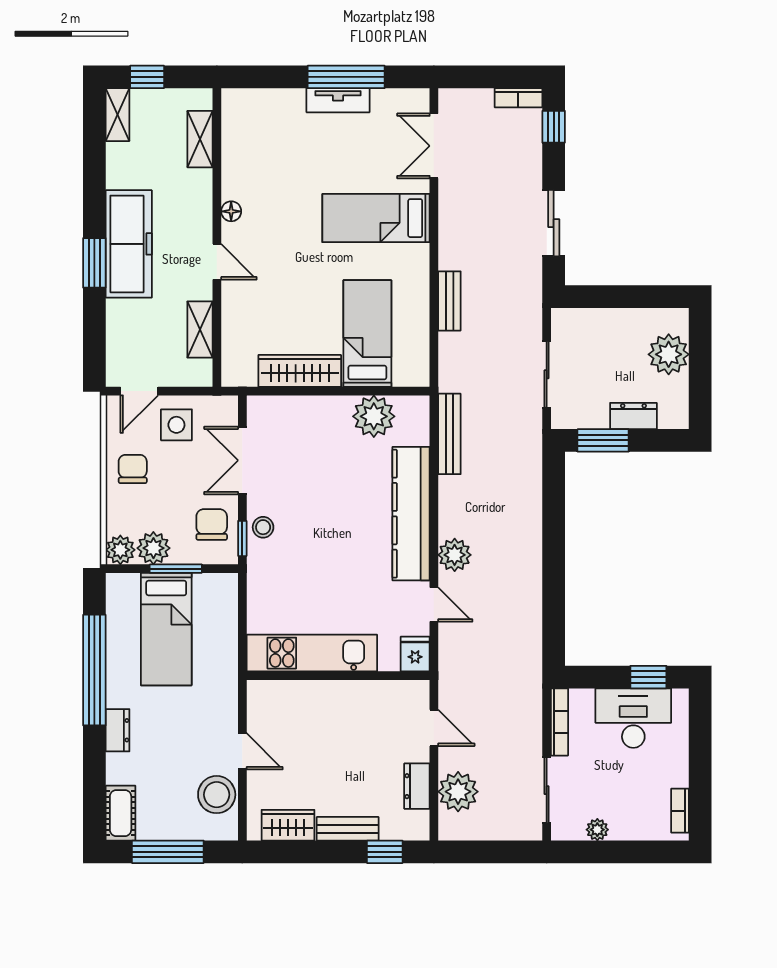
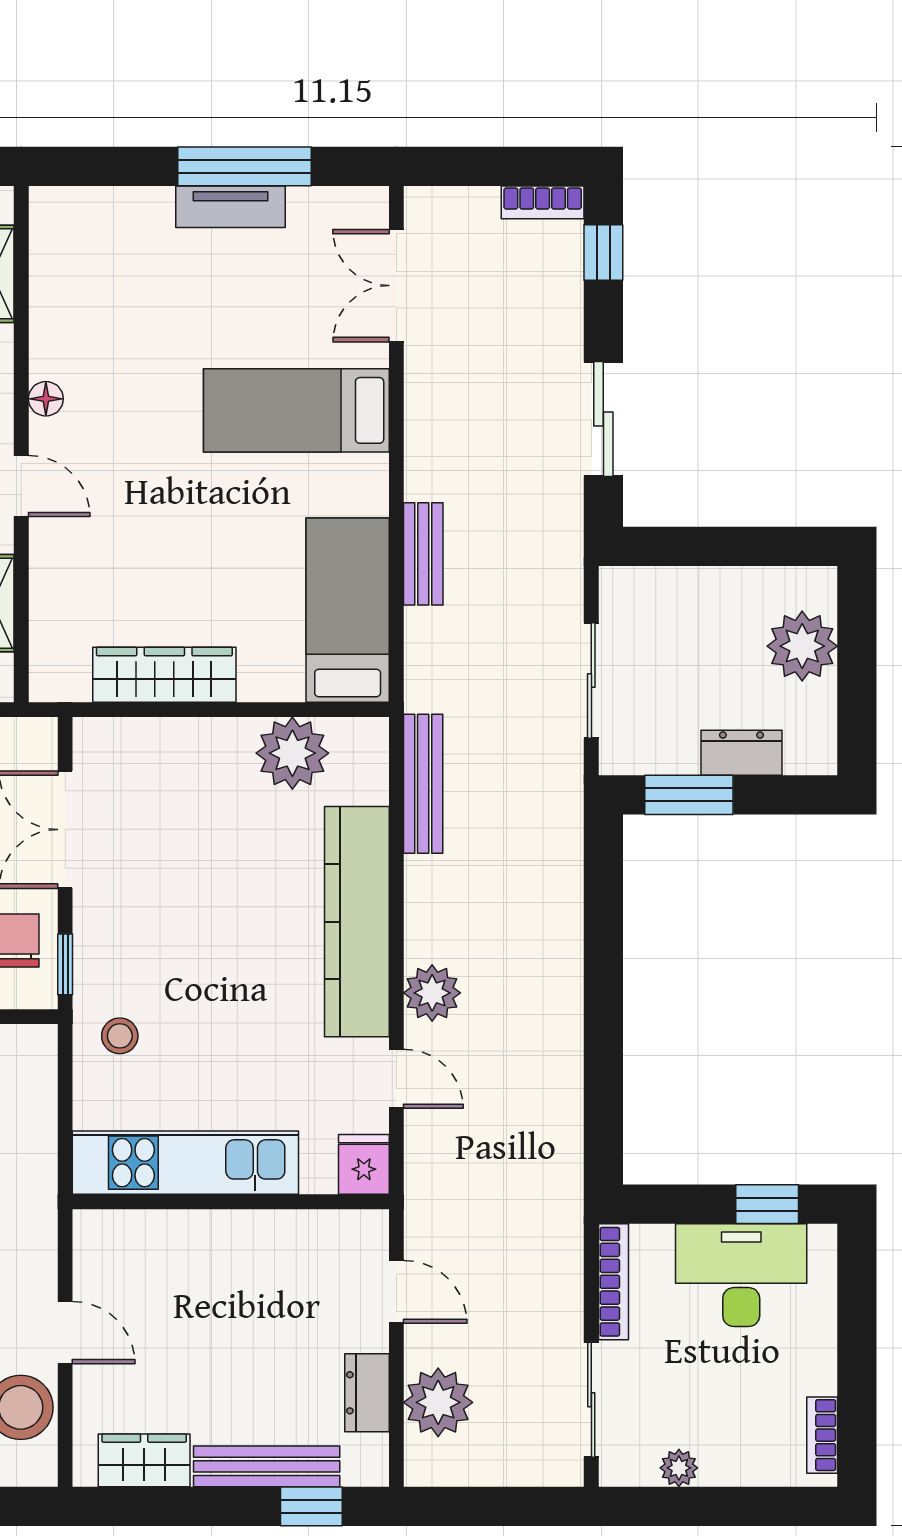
bed: (367, 334) -> (348, 610), moved
stool: (263, 527) -> (120, 1036), moved
bench: (348, 829) -> (267, 1466), width x1.36

